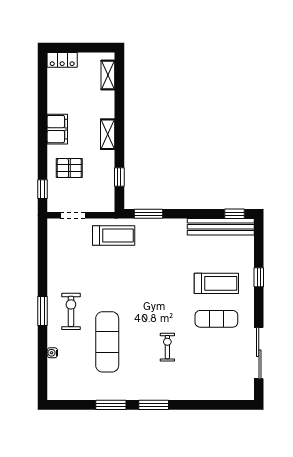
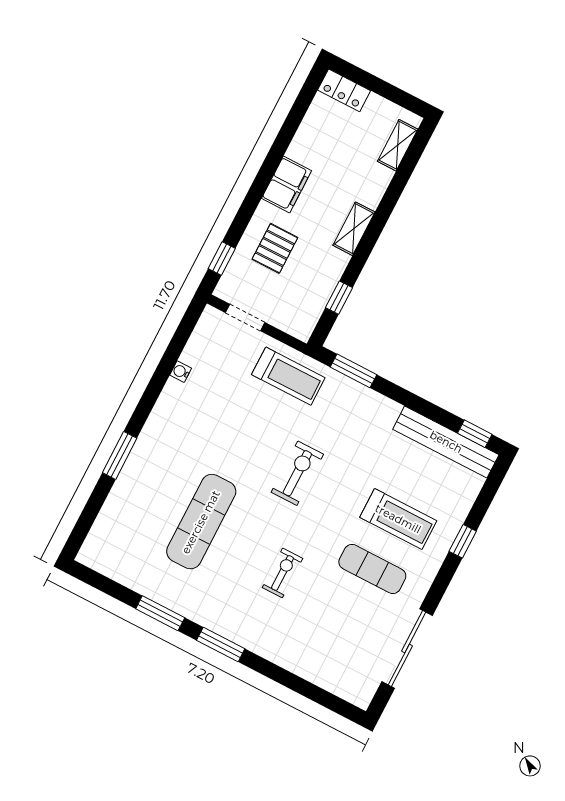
pallet: (69, 168) -> (275, 248), turned 90
window: (43, 311) -> (120, 455), moved
exercise bike: (71, 311) -> (297, 473), moved
water cooler: (52, 353) -> (181, 372), moved

